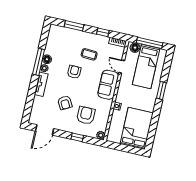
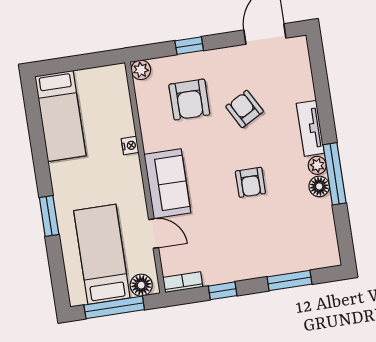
coffee table: (89, 54) -> (233, 232), removed
bed: (137, 128) -> (60, 116), width x0.67

